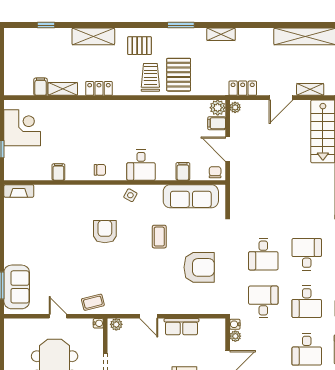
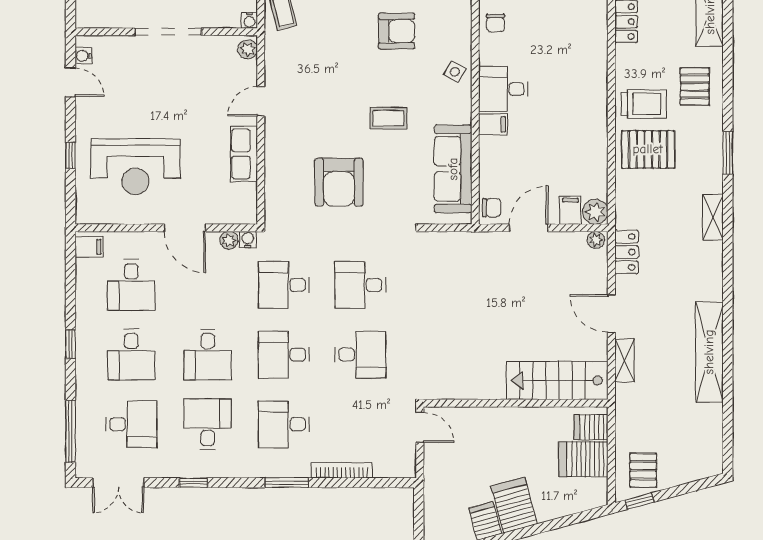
filing cabinet: (183, 171) -> (493, 124), moved
desk: (263, 302) -> (284, 285), turned 180
desk: (307, 349) -> (208, 355), turned -90

